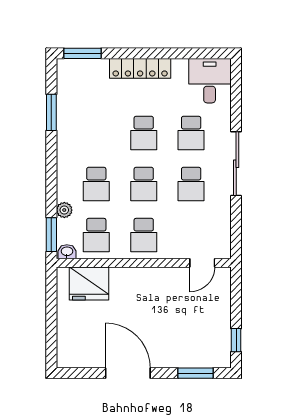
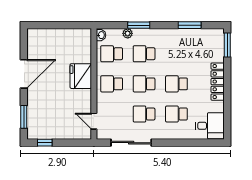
sliding door: (236, 164) -> (131, 143), moved
window: (51, 235) -> (139, 25), moved
fridge: (89, 283) -> (81, 76), moved

